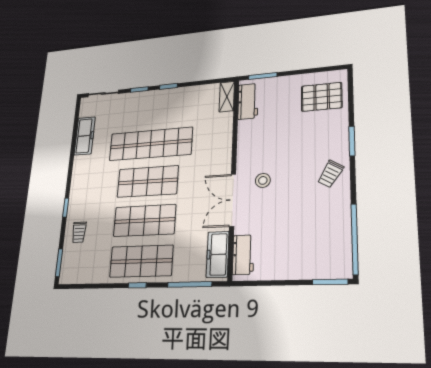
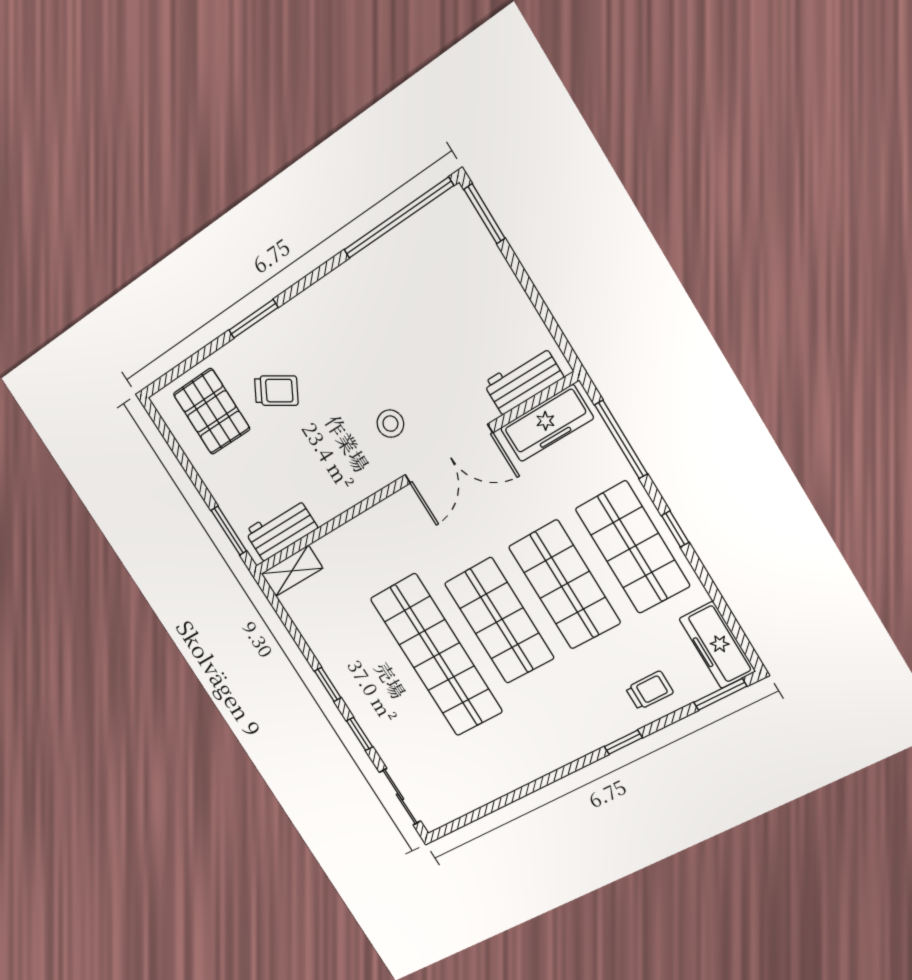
freezer: (85, 136) -> (717, 645), moved, turned -90
trolley: (331, 174) -> (276, 391), moved

